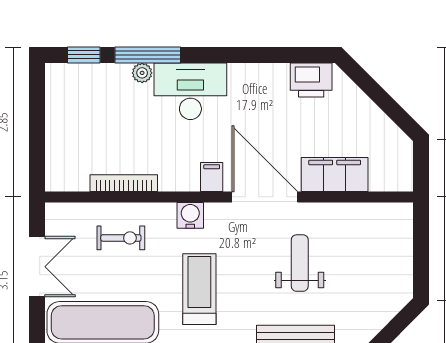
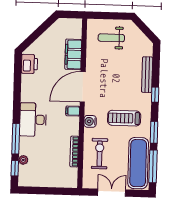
plant: (142, 73) -> (23, 160), moved
exercise bike: (121, 238) -> (100, 154), width x1.38, depth x1.39
weight bench: (300, 263) -> (111, 38), moved

